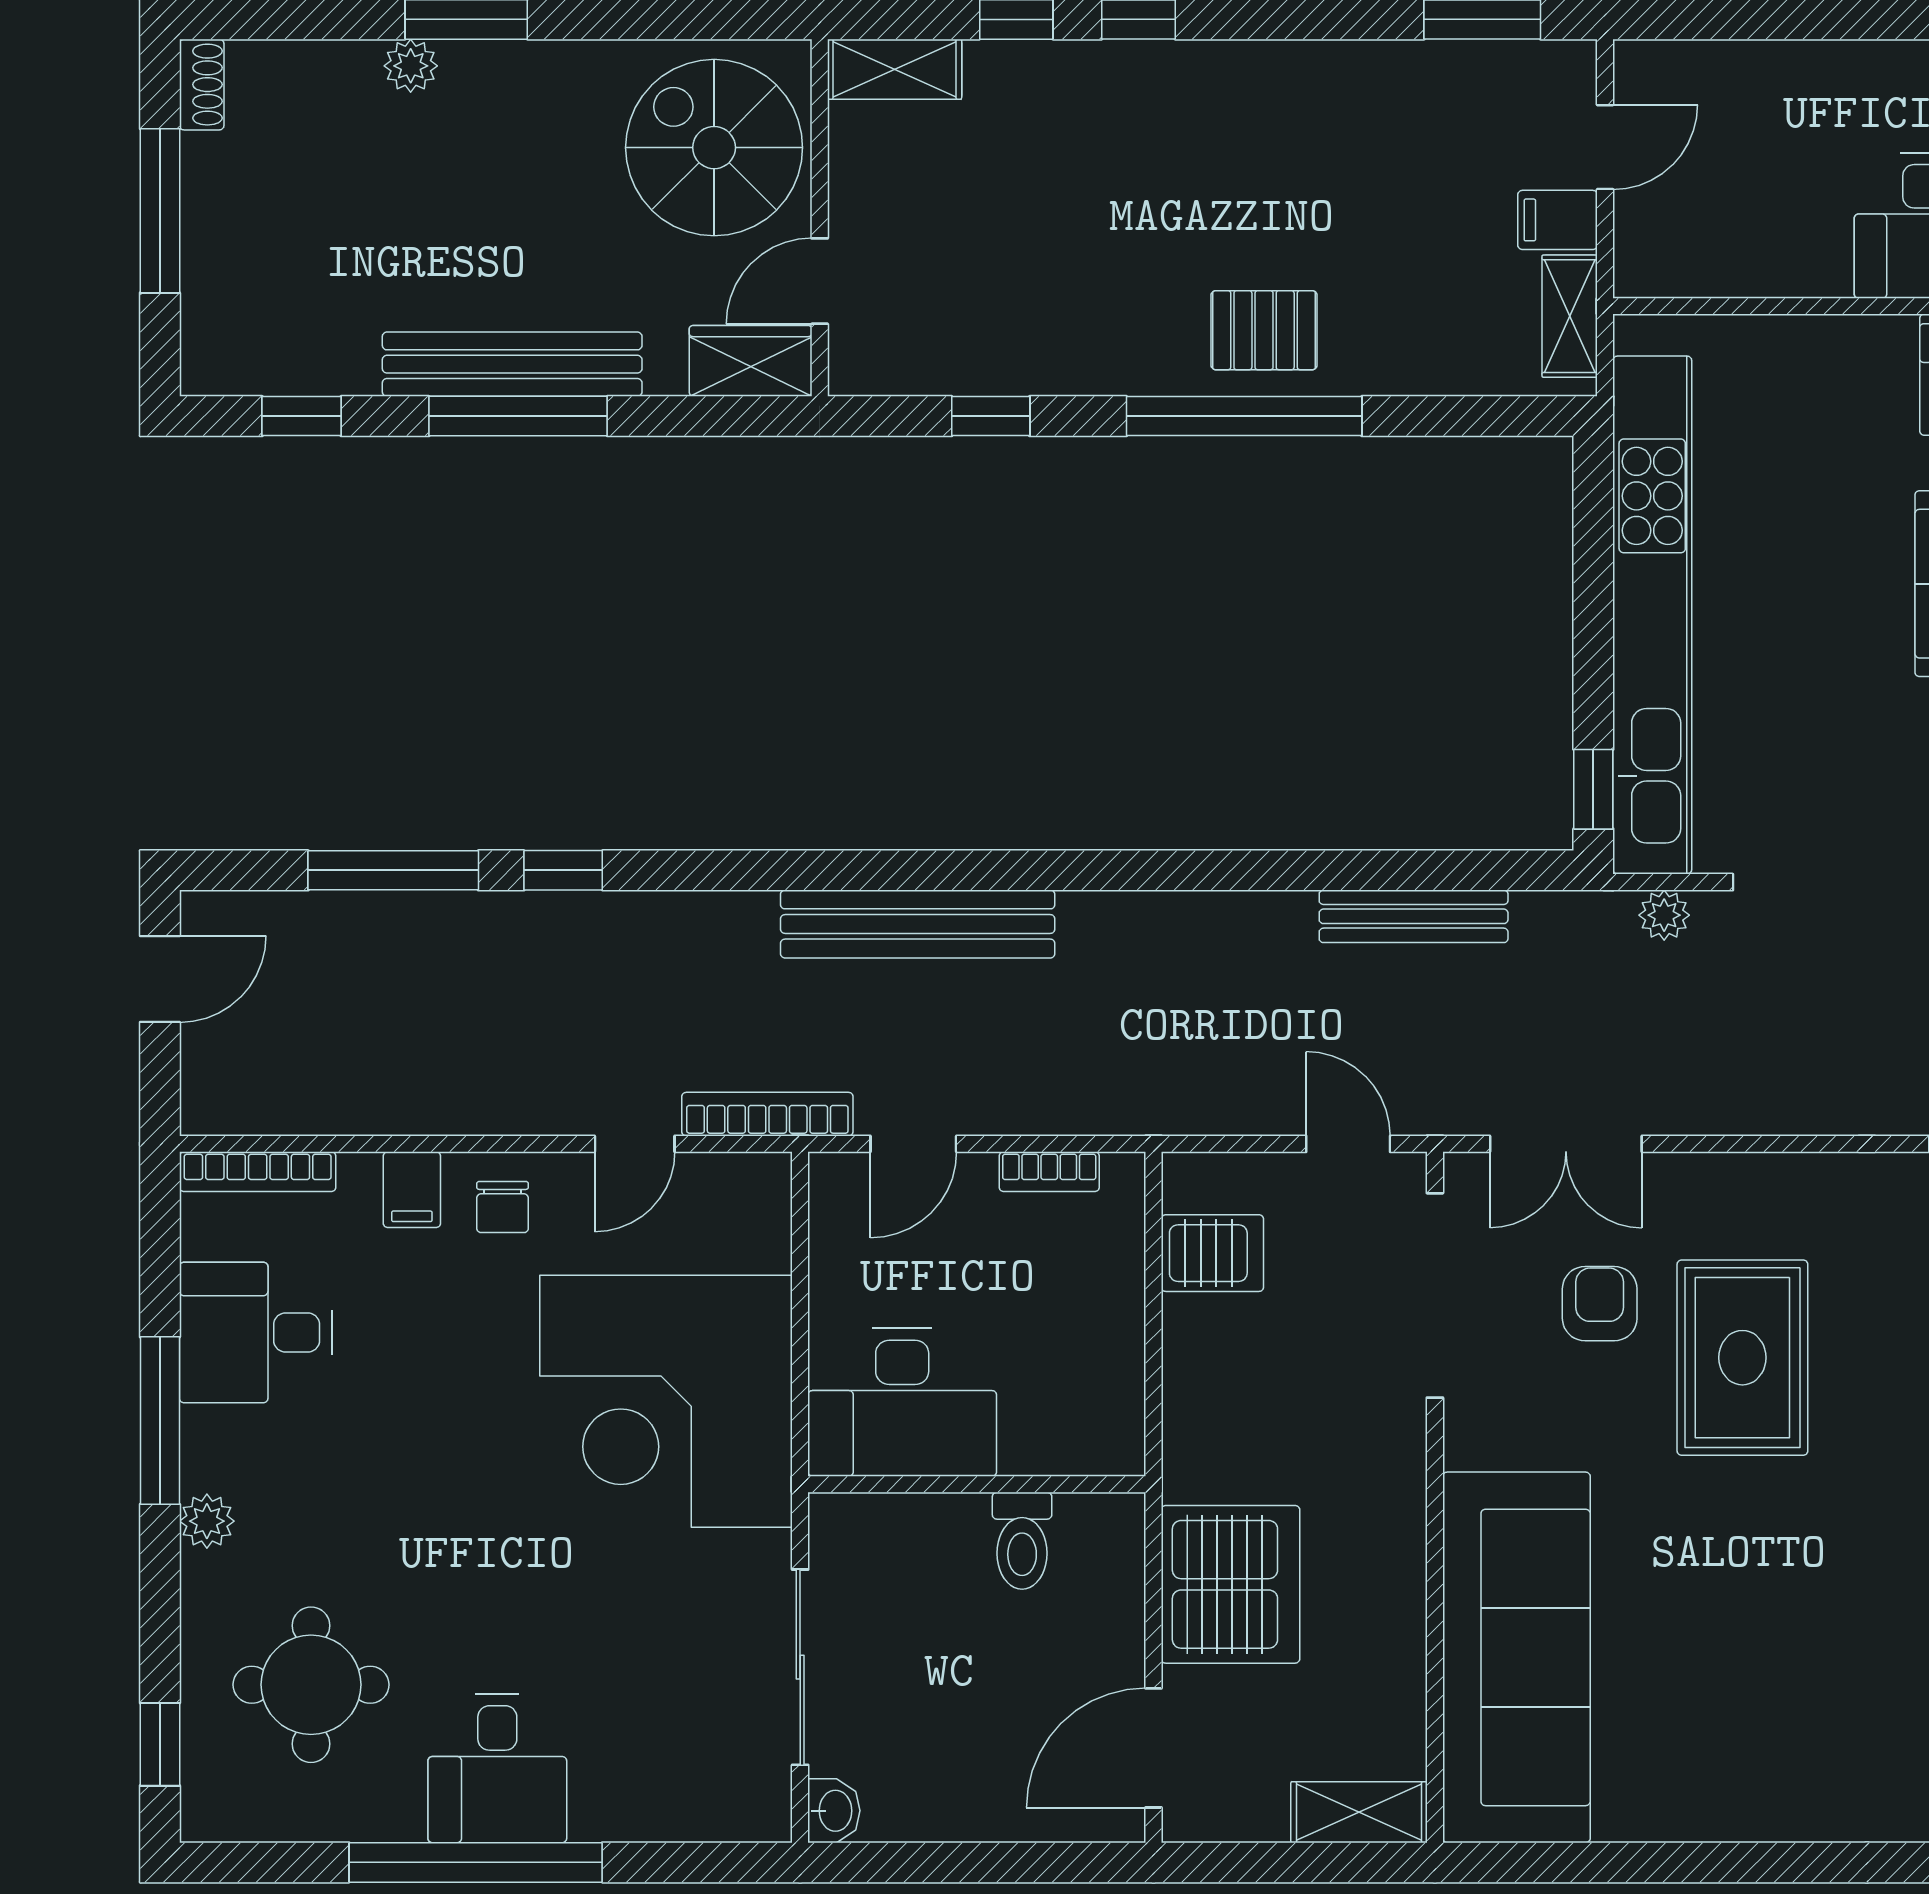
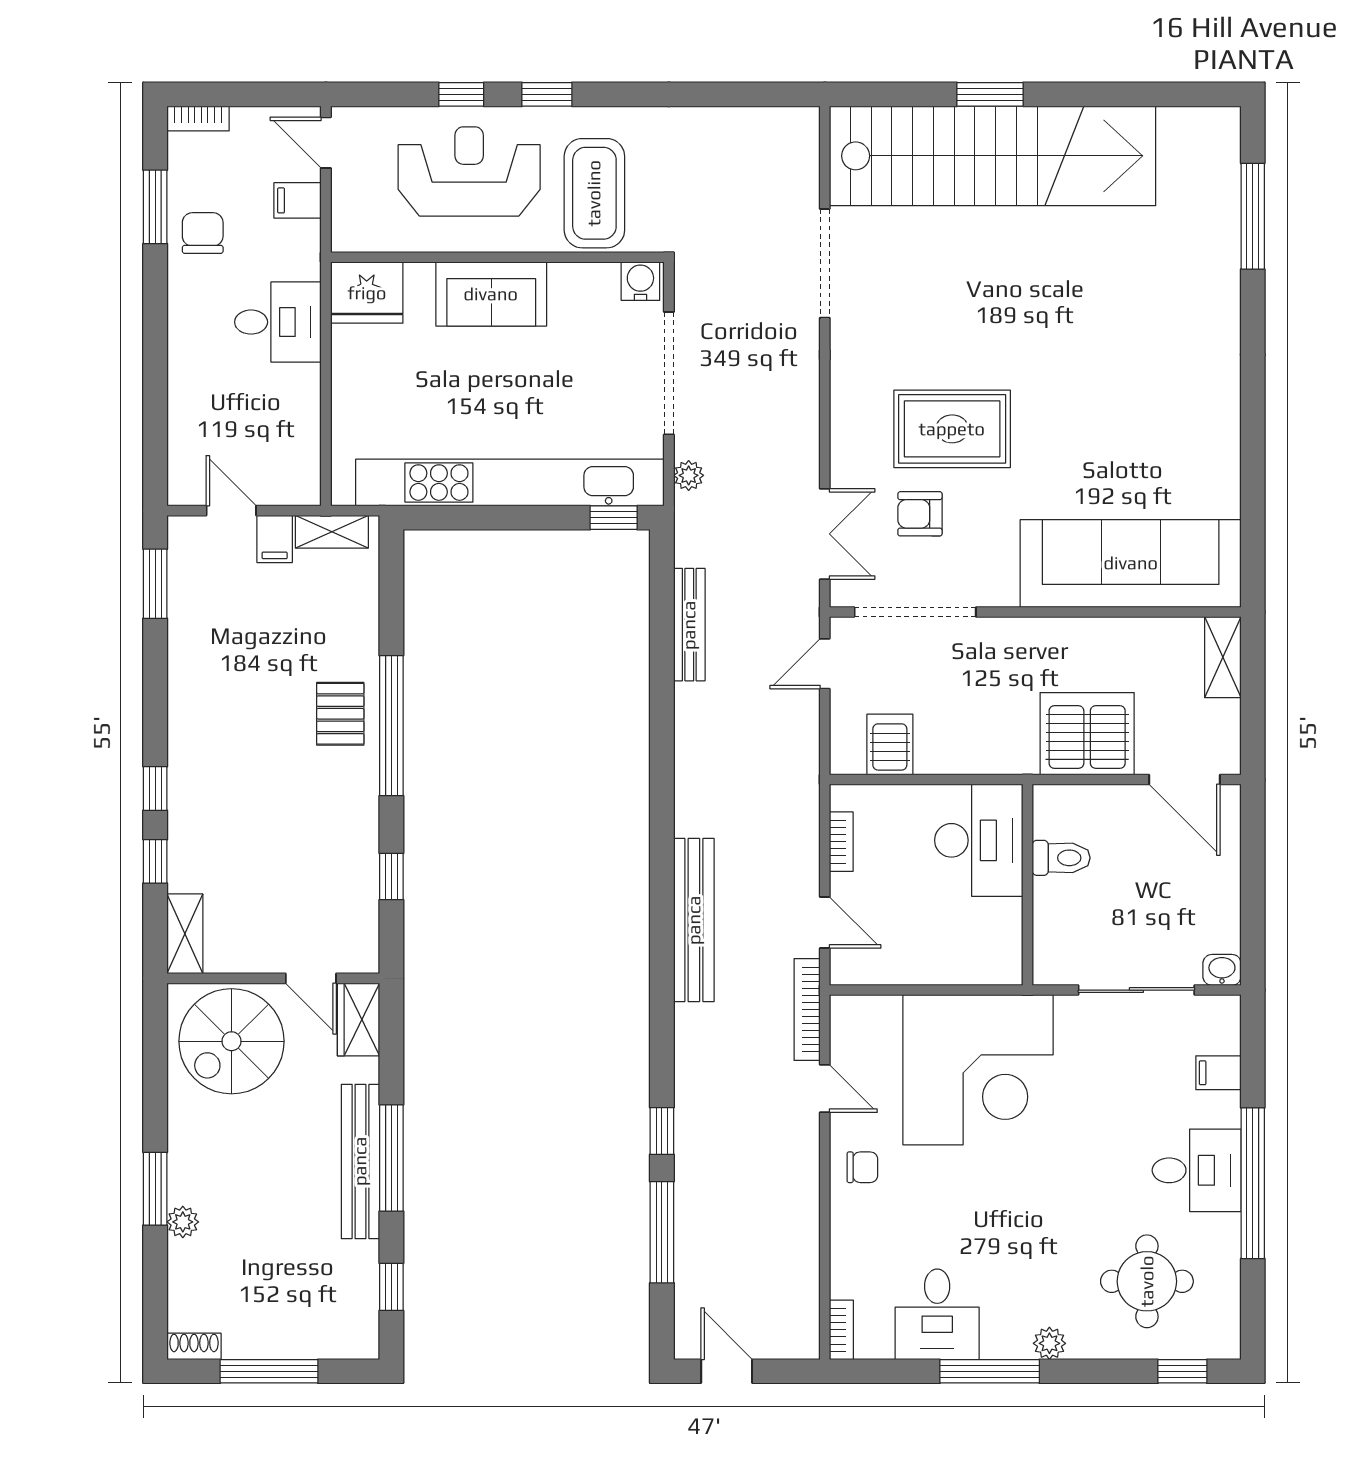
bookcase: (258, 1172) -> (841, 1330), width x0.64
filing cabinet: (412, 1190) -> (1218, 1073), moved, turned 180
desk: (902, 1402) -> (979, 840), moved

